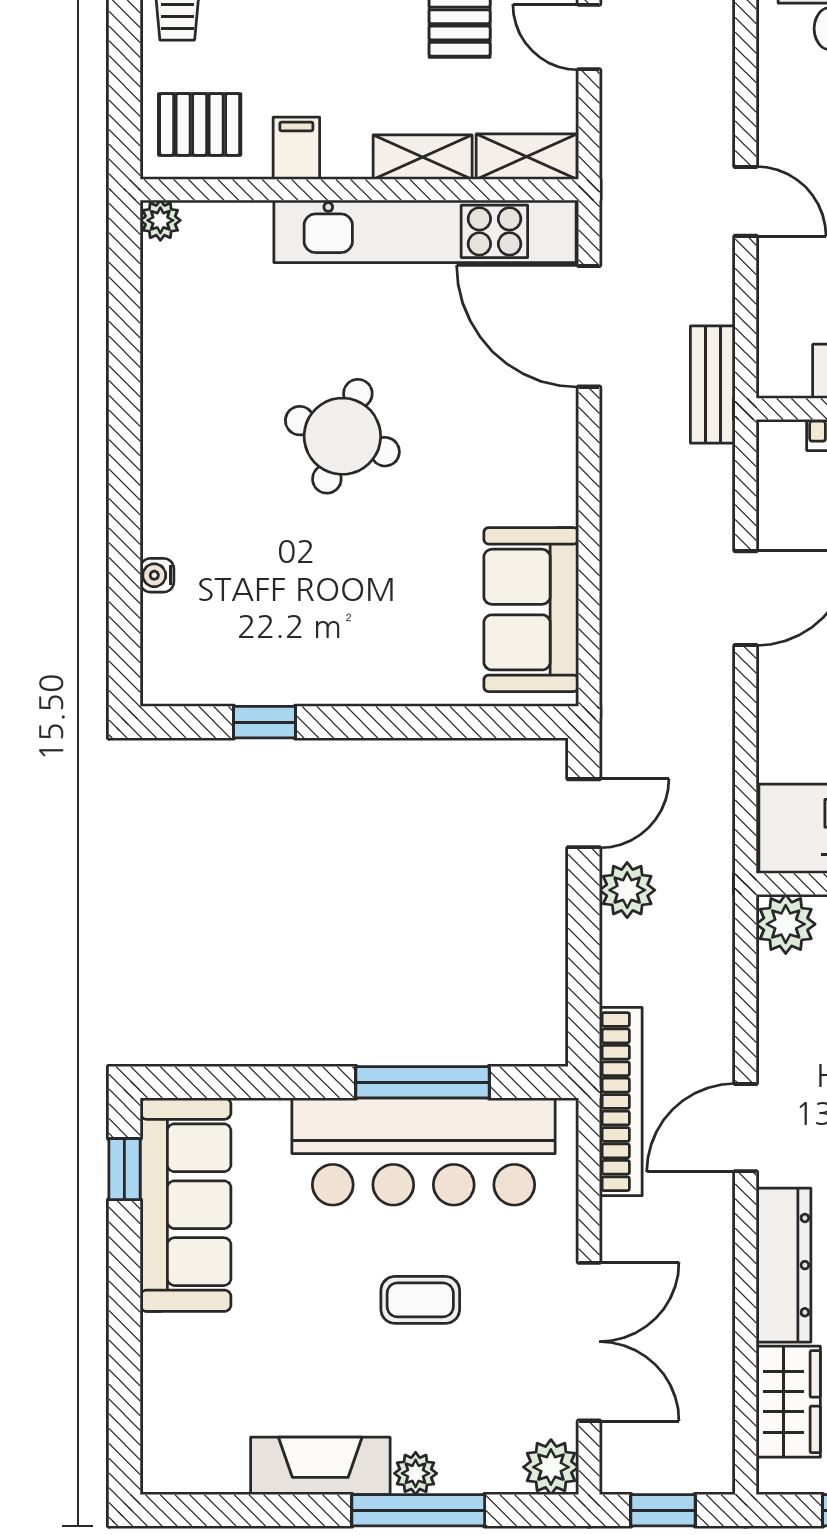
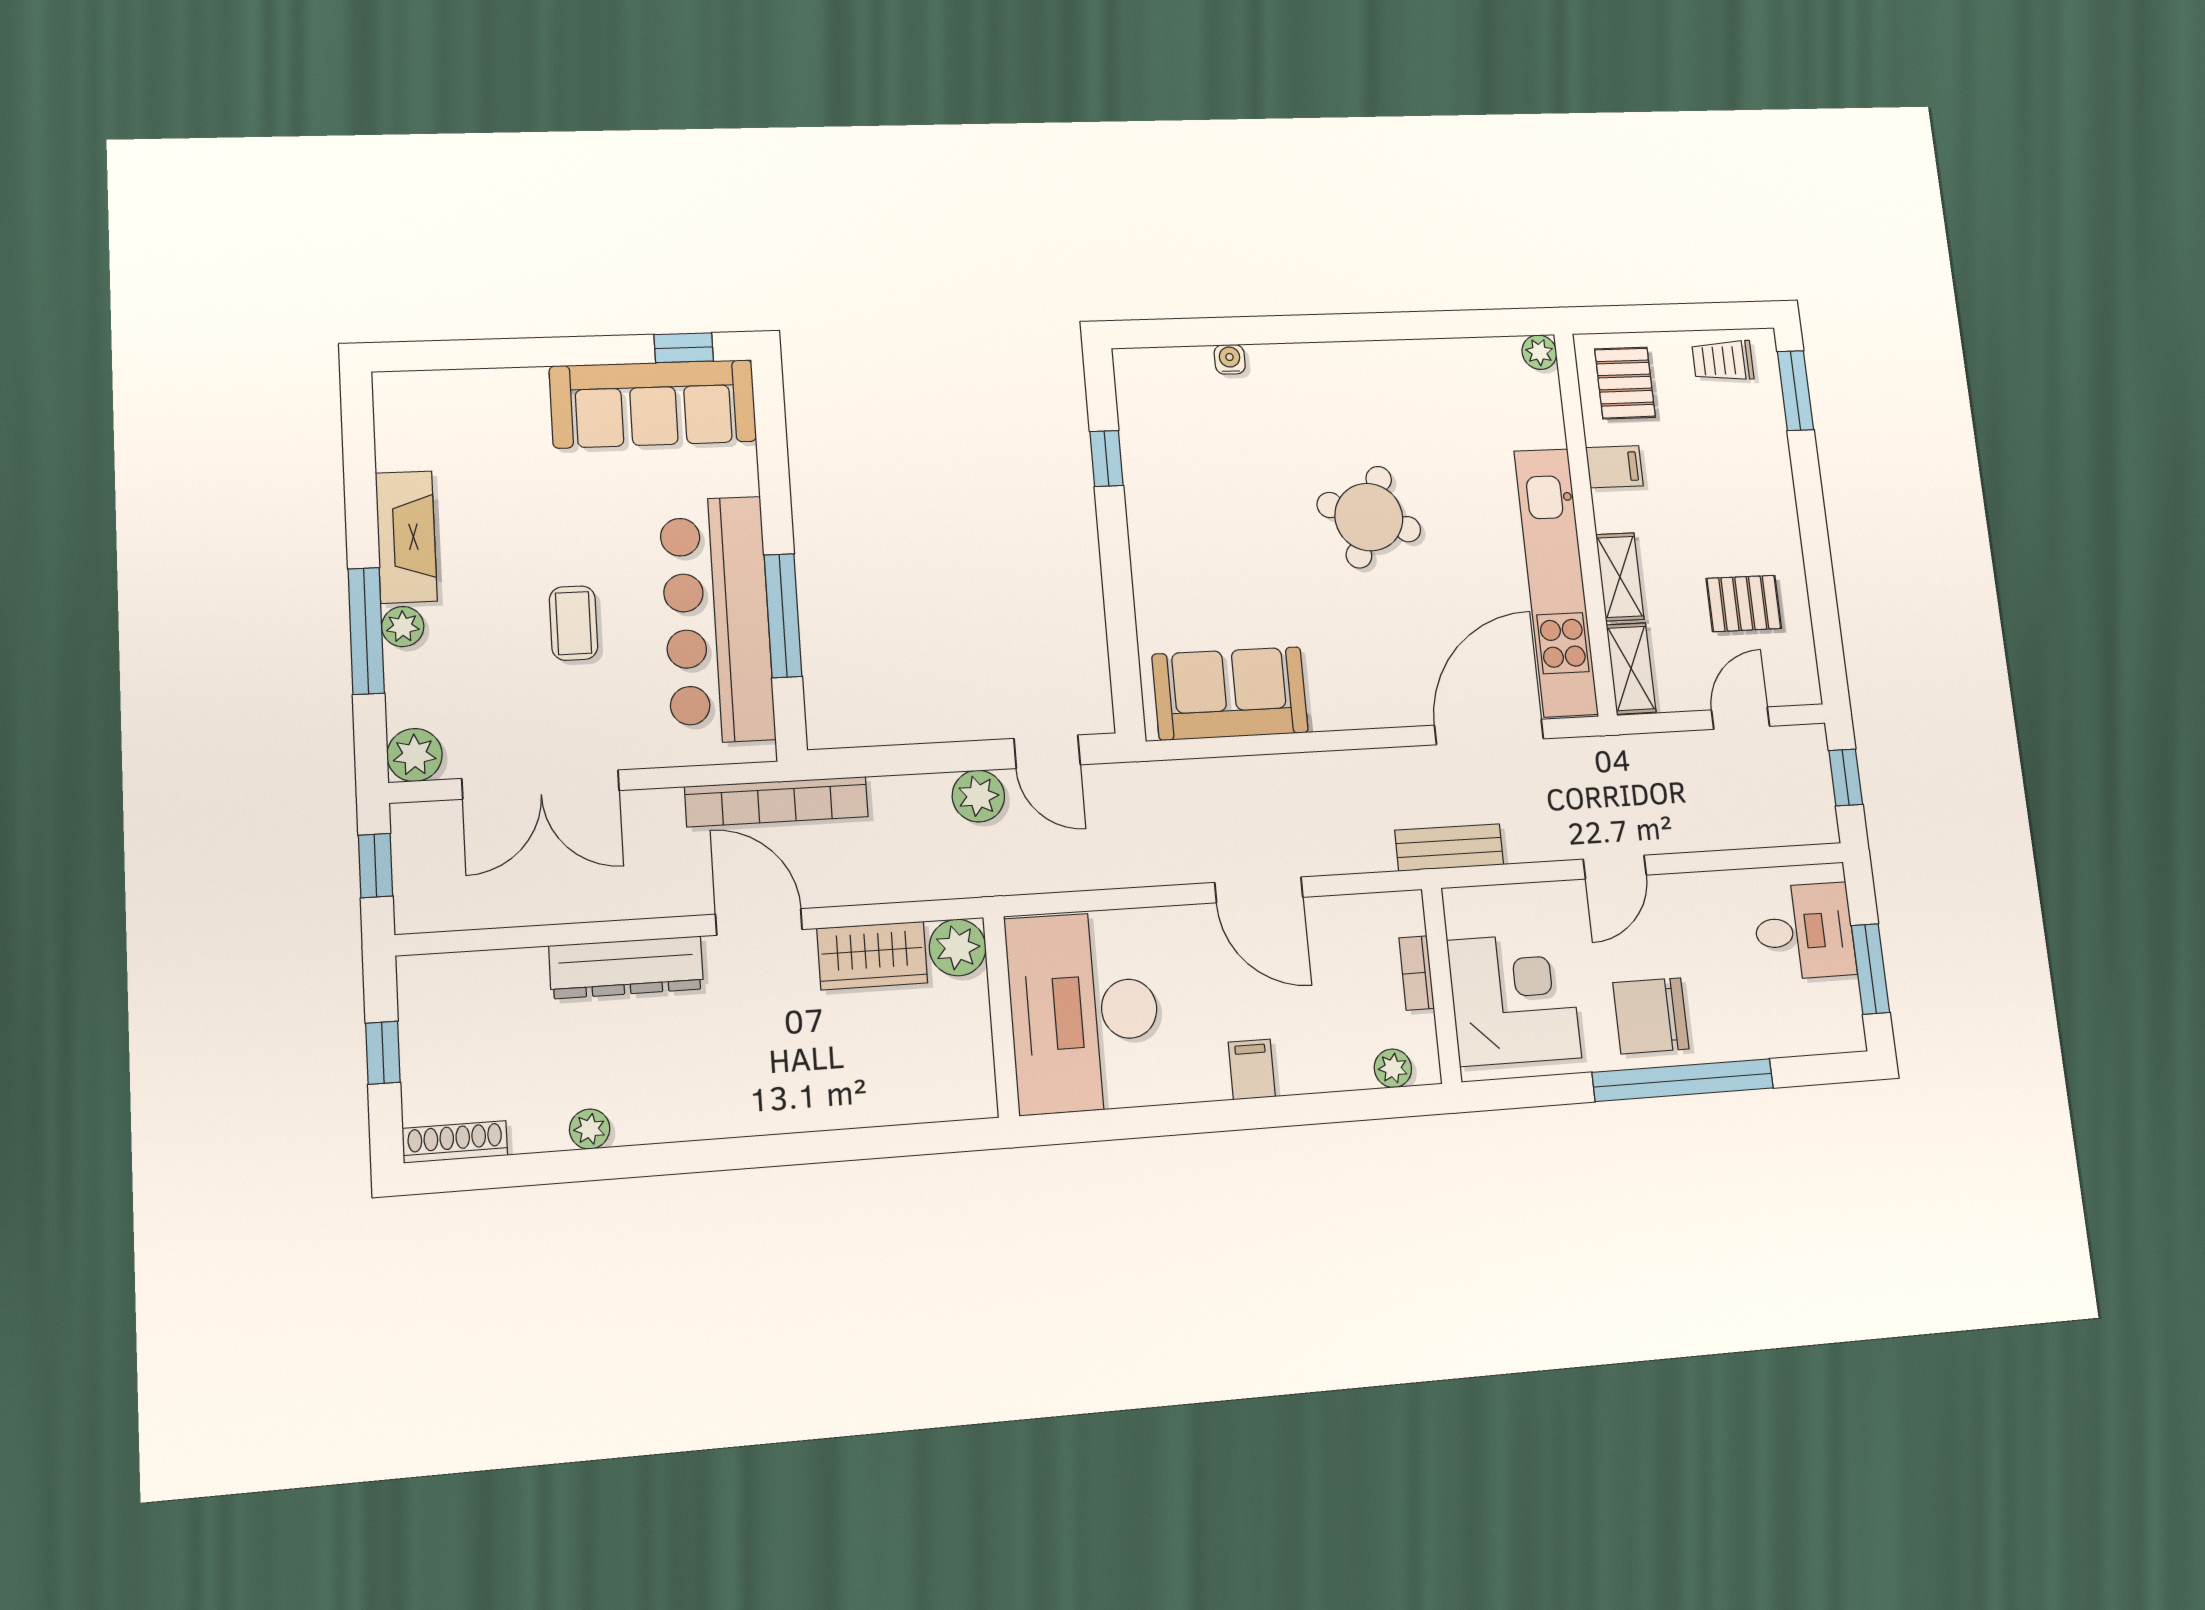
wardrobe: (788, 1402) -> (872, 956), moved

